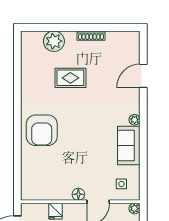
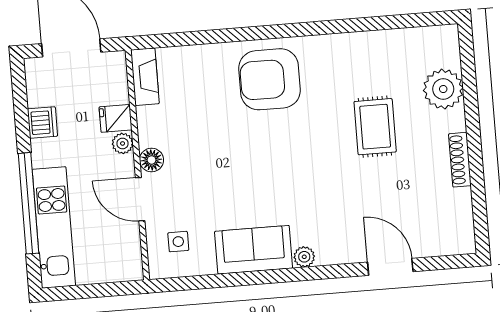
fireplace: (35, 194) -> (145, 77), added
plant: (135, 209) -> (123, 143), moved

